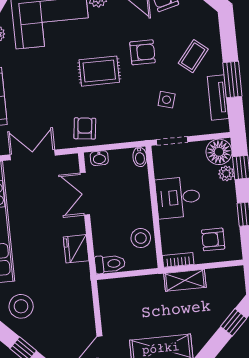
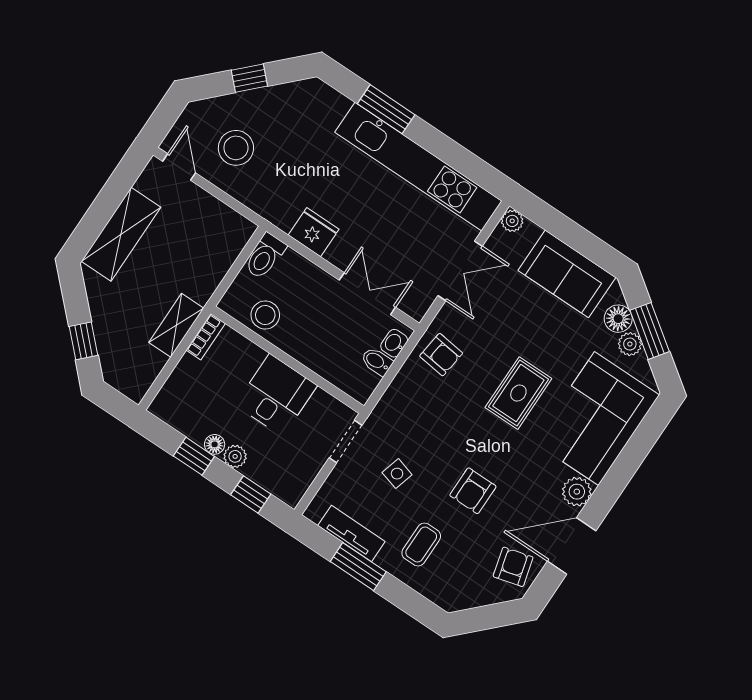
coffee table: (193, 56) -> (421, 544), turned 51
rug: (99, 71) -> (518, 393), moved
floor lamp: (219, 152) -> (215, 444), moved, width x0.53, depth x0.53
bidet: (140, 157) -> (377, 361), moved
plant: (226, 173) -> (235, 456), moved
armchair: (213, 239) -> (196, 395), removed
stool: (21, 306) -> (236, 148), moved

